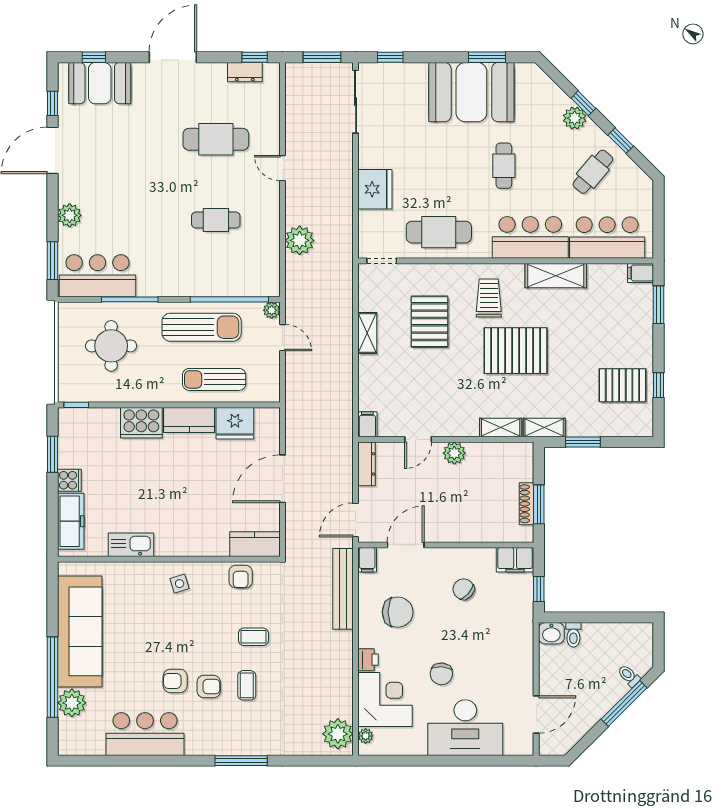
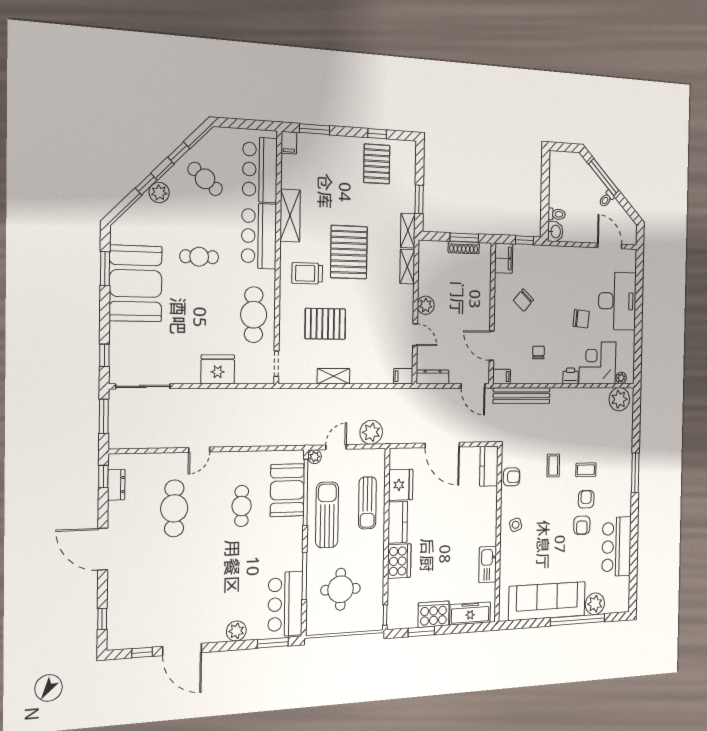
booth: (100, 83) -> (287, 490), moved
plant: (300, 240) -> (371, 432), moved
cooker: (69, 480) -> (434, 614), width x1.87, depth x1.31
chair: (398, 612) -> (538, 352), width x0.54, depth x0.54
toilet: (629, 676) -> (606, 199), moved

